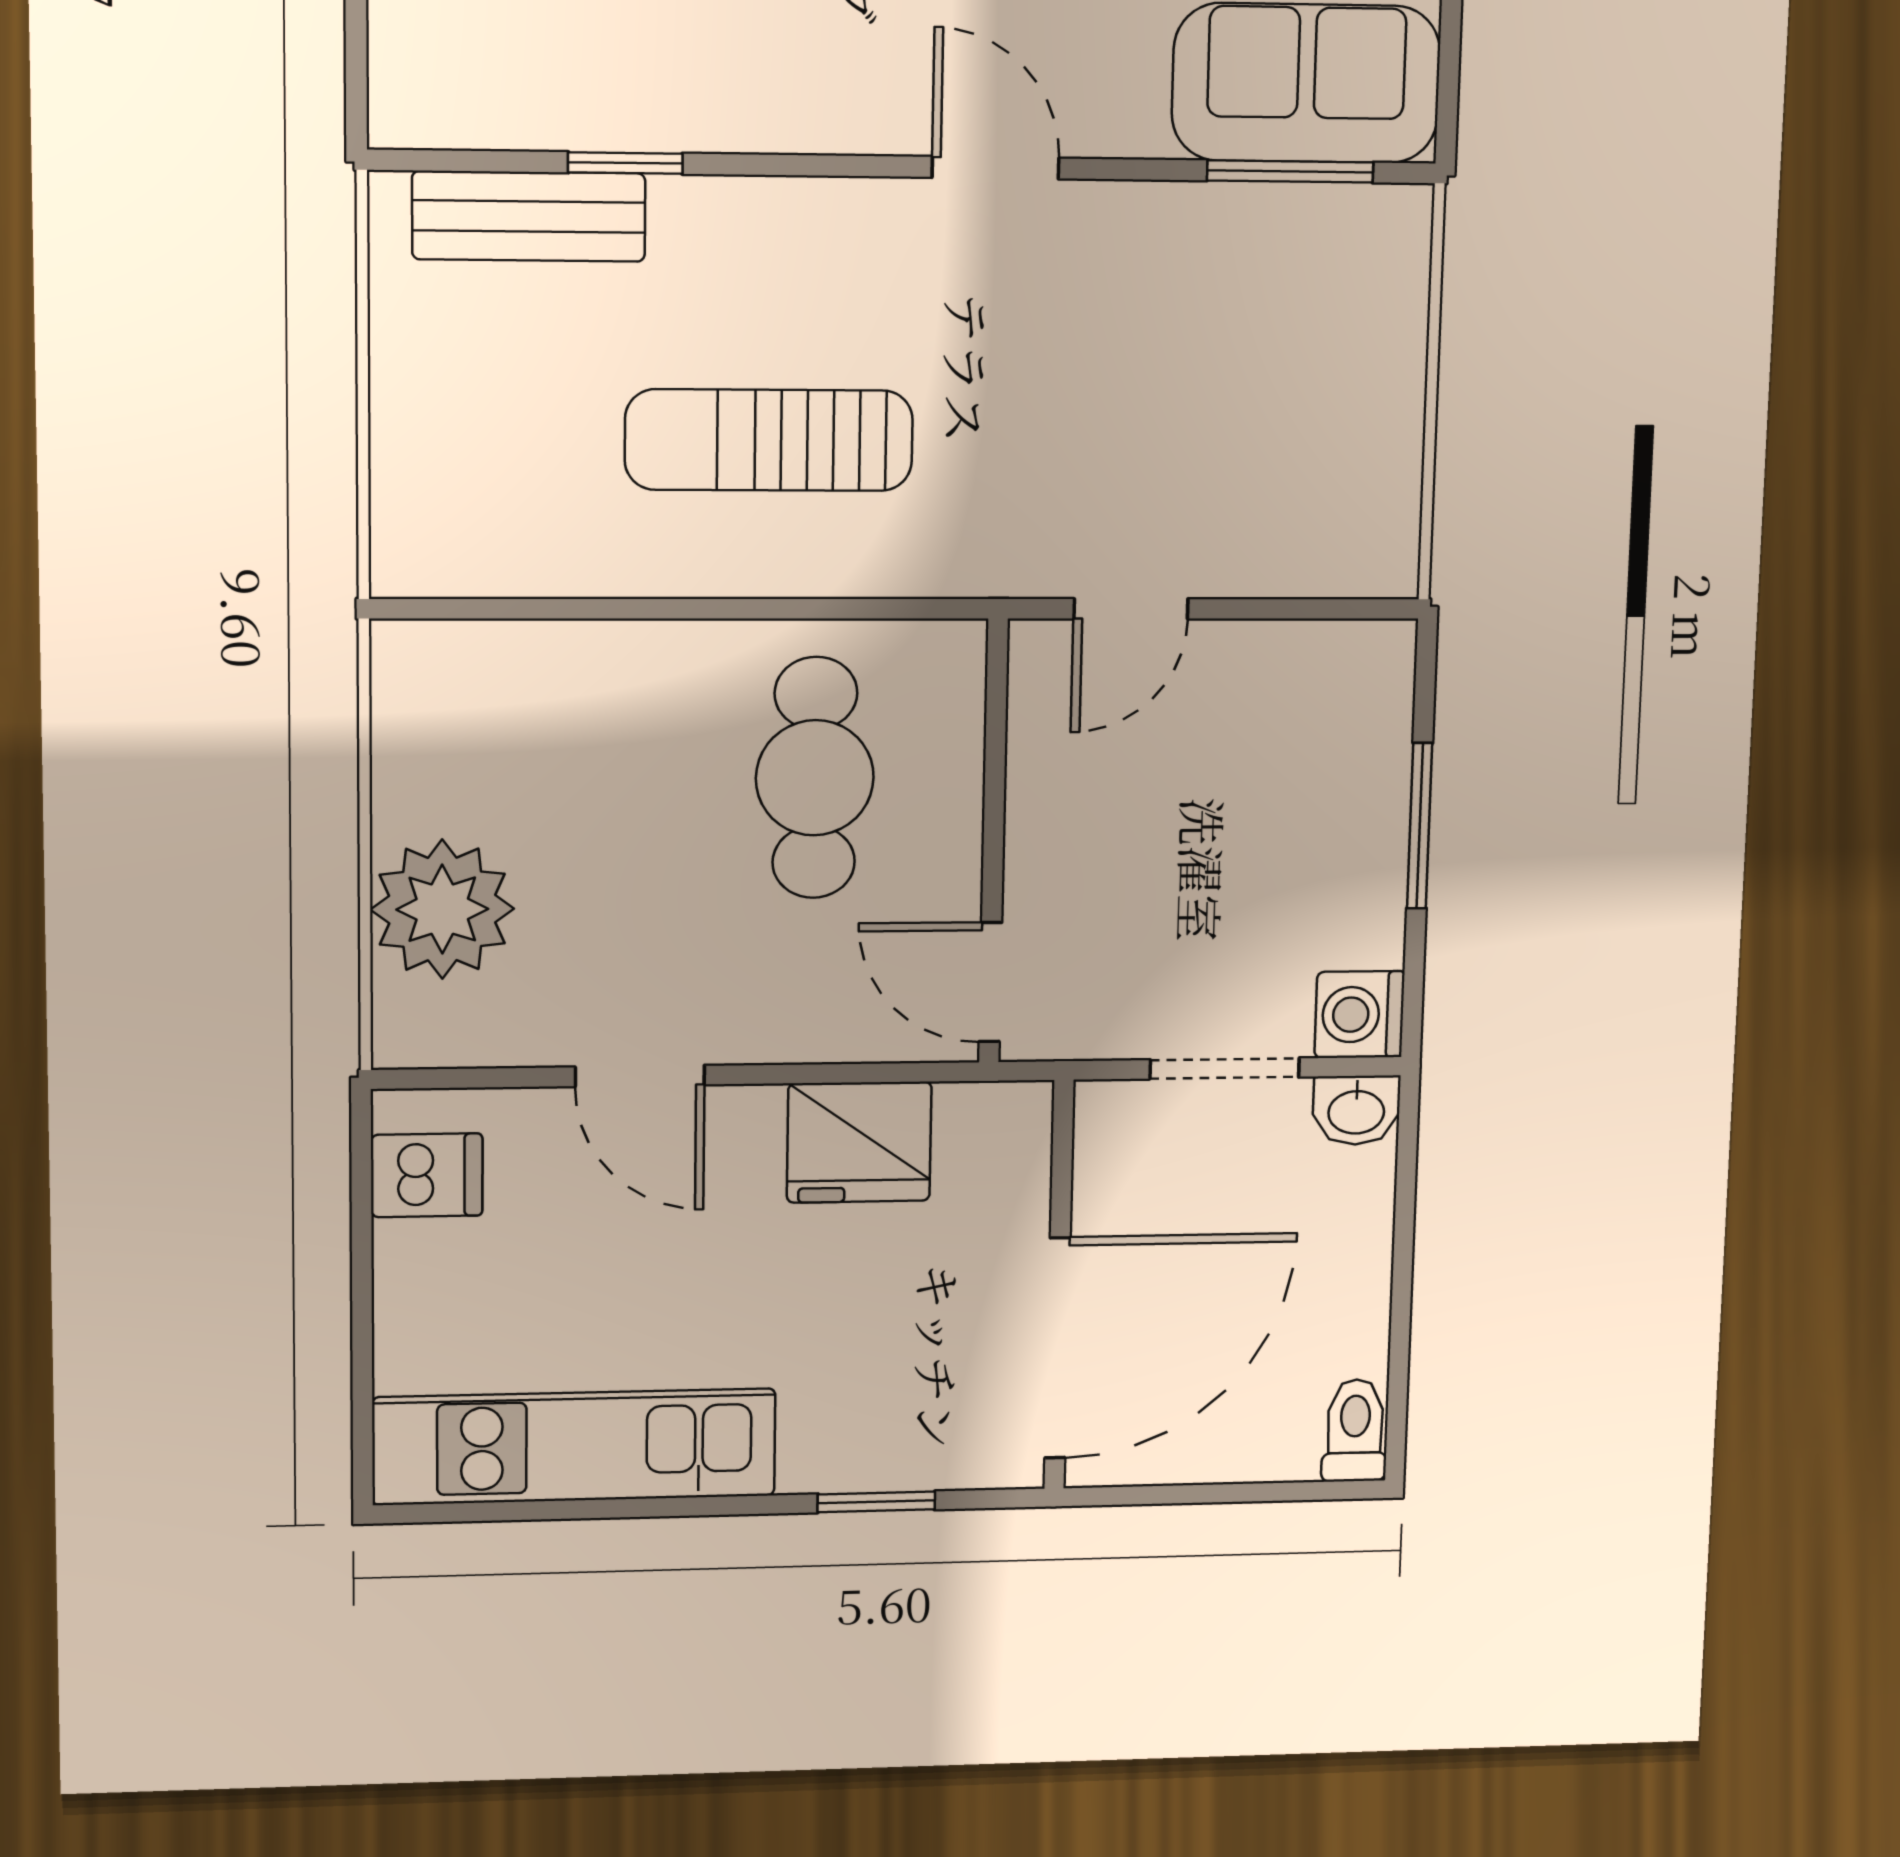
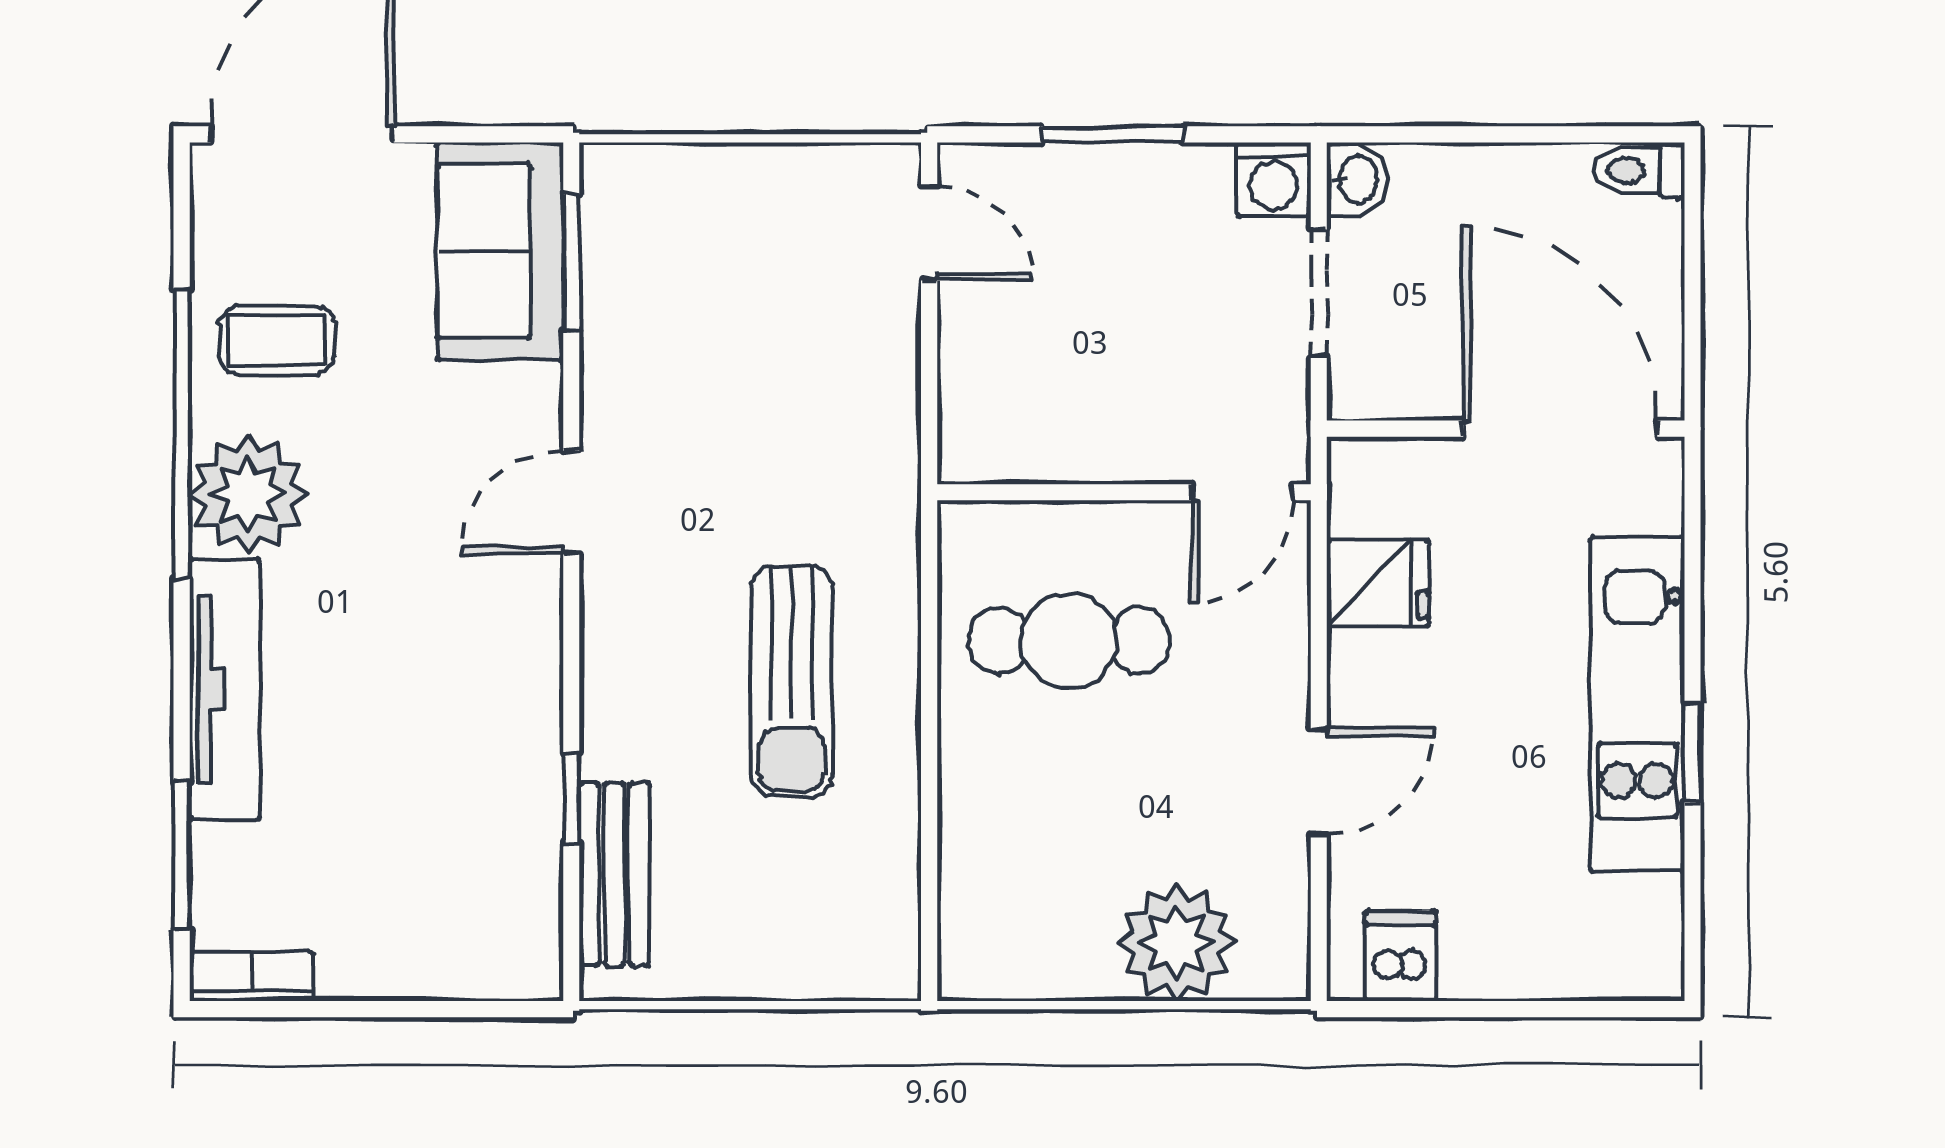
door: (1131, 609) -> (929, 233), moved
fridge: (859, 1142) -> (1378, 583), width x0.72
kitchen unit: (575, 1447) -> (1637, 704), moved
window: (876, 1502) -> (1692, 753), moved

